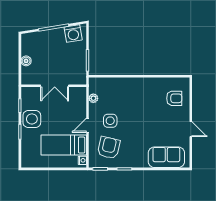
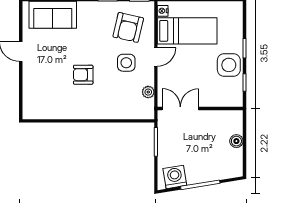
double door: (55, 86) -> (180, 108), moved
armchair: (174, 98) -> (83, 75), moved

